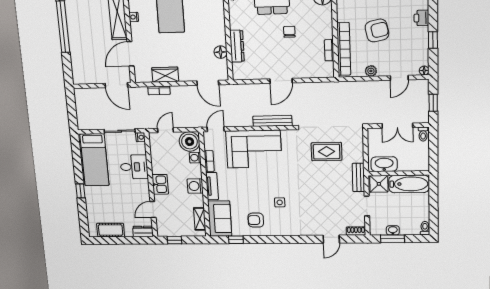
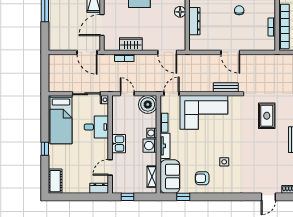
floor lamp: (221, 52) -> (180, 12), moved
door: (281, 81) -> (230, 52), hinge flipped
bench: (272, 121) -> (226, 87), width x0.73
door: (165, 130) -> (127, 94), hinge flipped
rug: (327, 152) -> (267, 116), turned 90
washing machine: (195, 158) -> (152, 133), moved
cot: (111, 230) -> (55, 181), moved, turned 90

